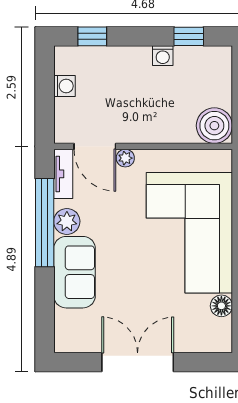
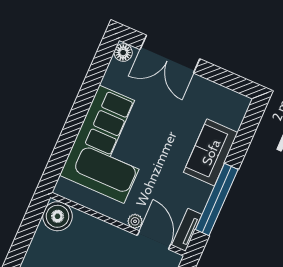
plant: (67, 221) -> (200, 193), removed
floor lamp: (221, 306) -> (123, 53), moved
double door: (138, 362) -> (170, 54), moved

